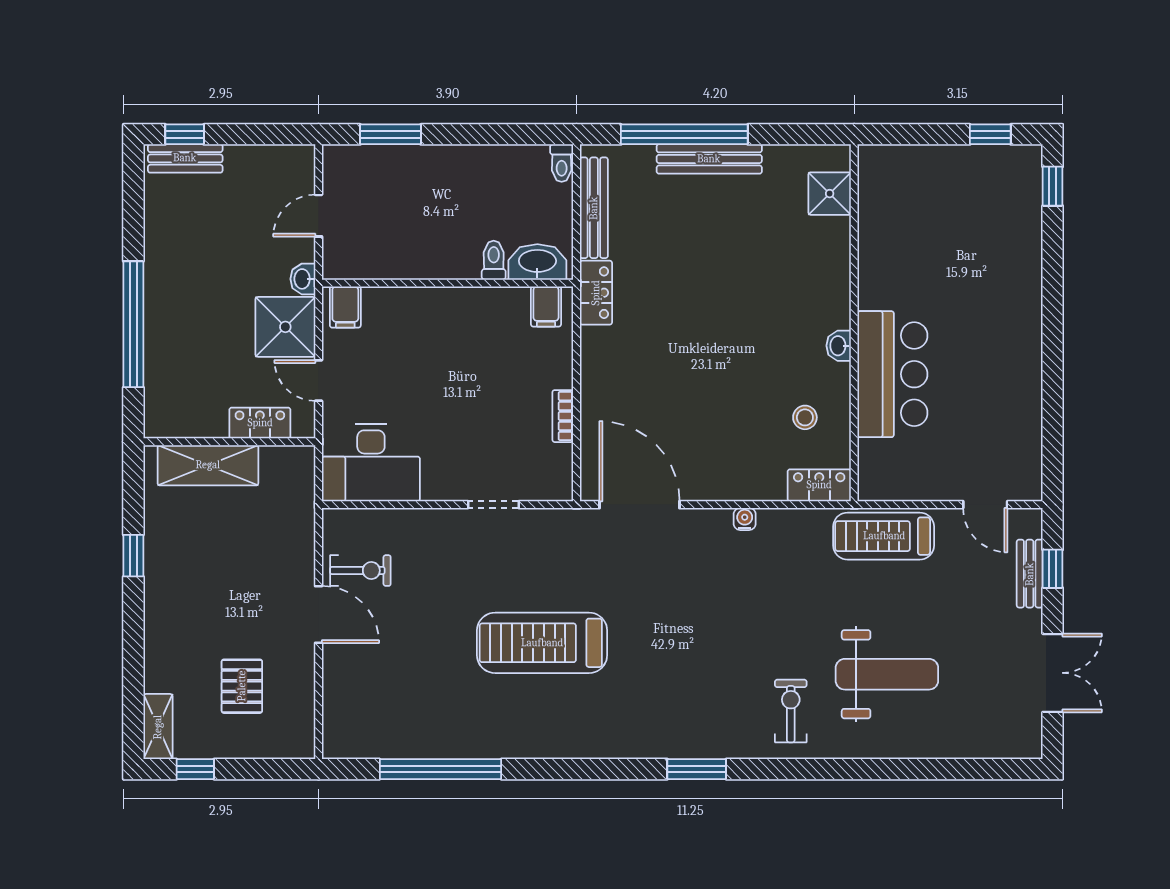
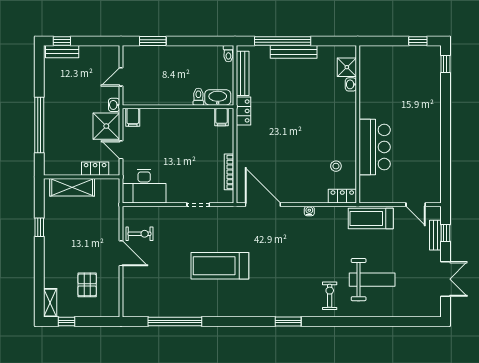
washbasin: (839, 346) -> (351, 84), moved
bookcase: (563, 416) -> (229, 172), width x1.56

